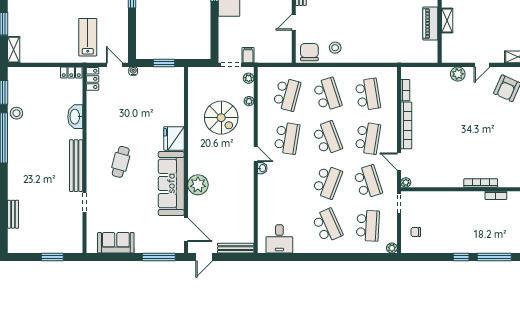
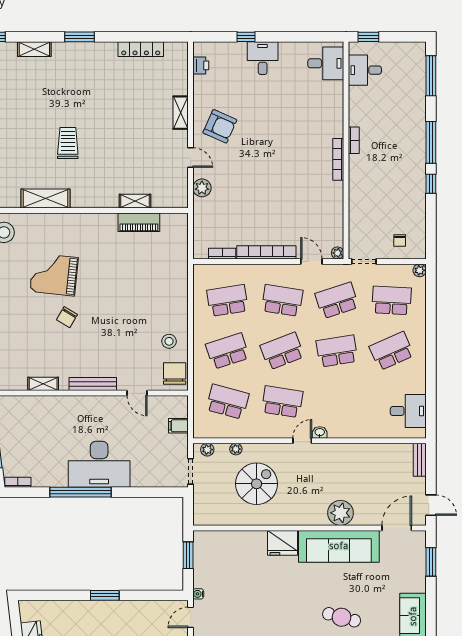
chair: (309, 52) -> (175, 373), turned 90
filing cabinet: (248, 55) -> (178, 426), moved
cafe table: (121, 162) -> (342, 617), moved
door: (399, 162) -> (311, 261), swing flipped
school desk: (327, 182) -> (337, 351), turned -30
bench: (236, 248) -> (420, 460), width x0.73
window: (159, 257) -> (431, 562), width x0.69

